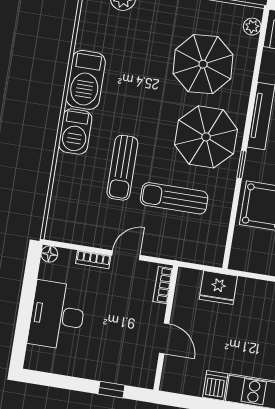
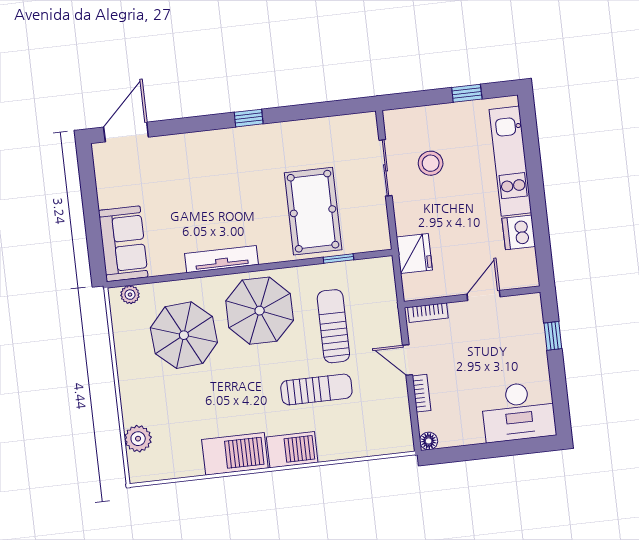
window: (241, 165) -> (338, 258), moved
sun lounger: (174, 198) -> (333, 326), turned 180
desk: (57, 315) -> (518, 412), moved
dishwasher: (215, 386) -> (519, 232), width x1.38

